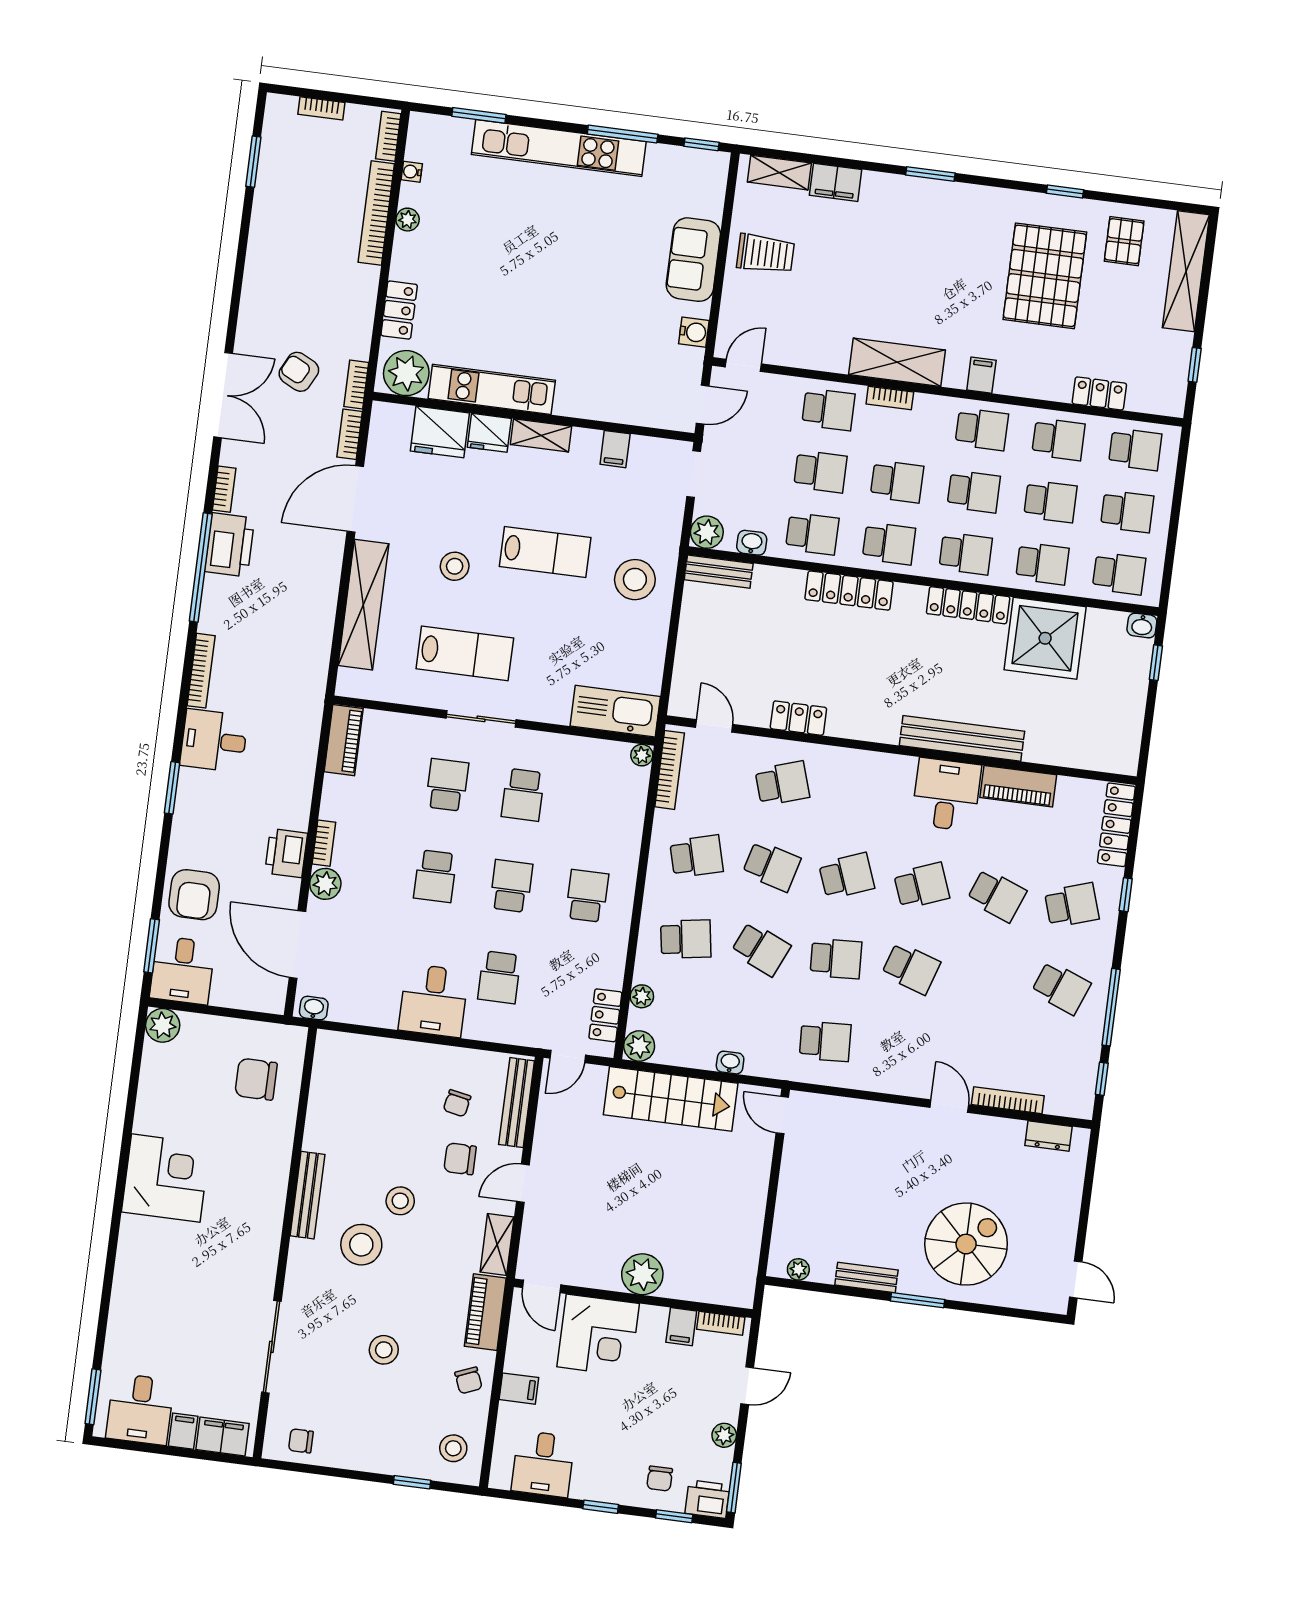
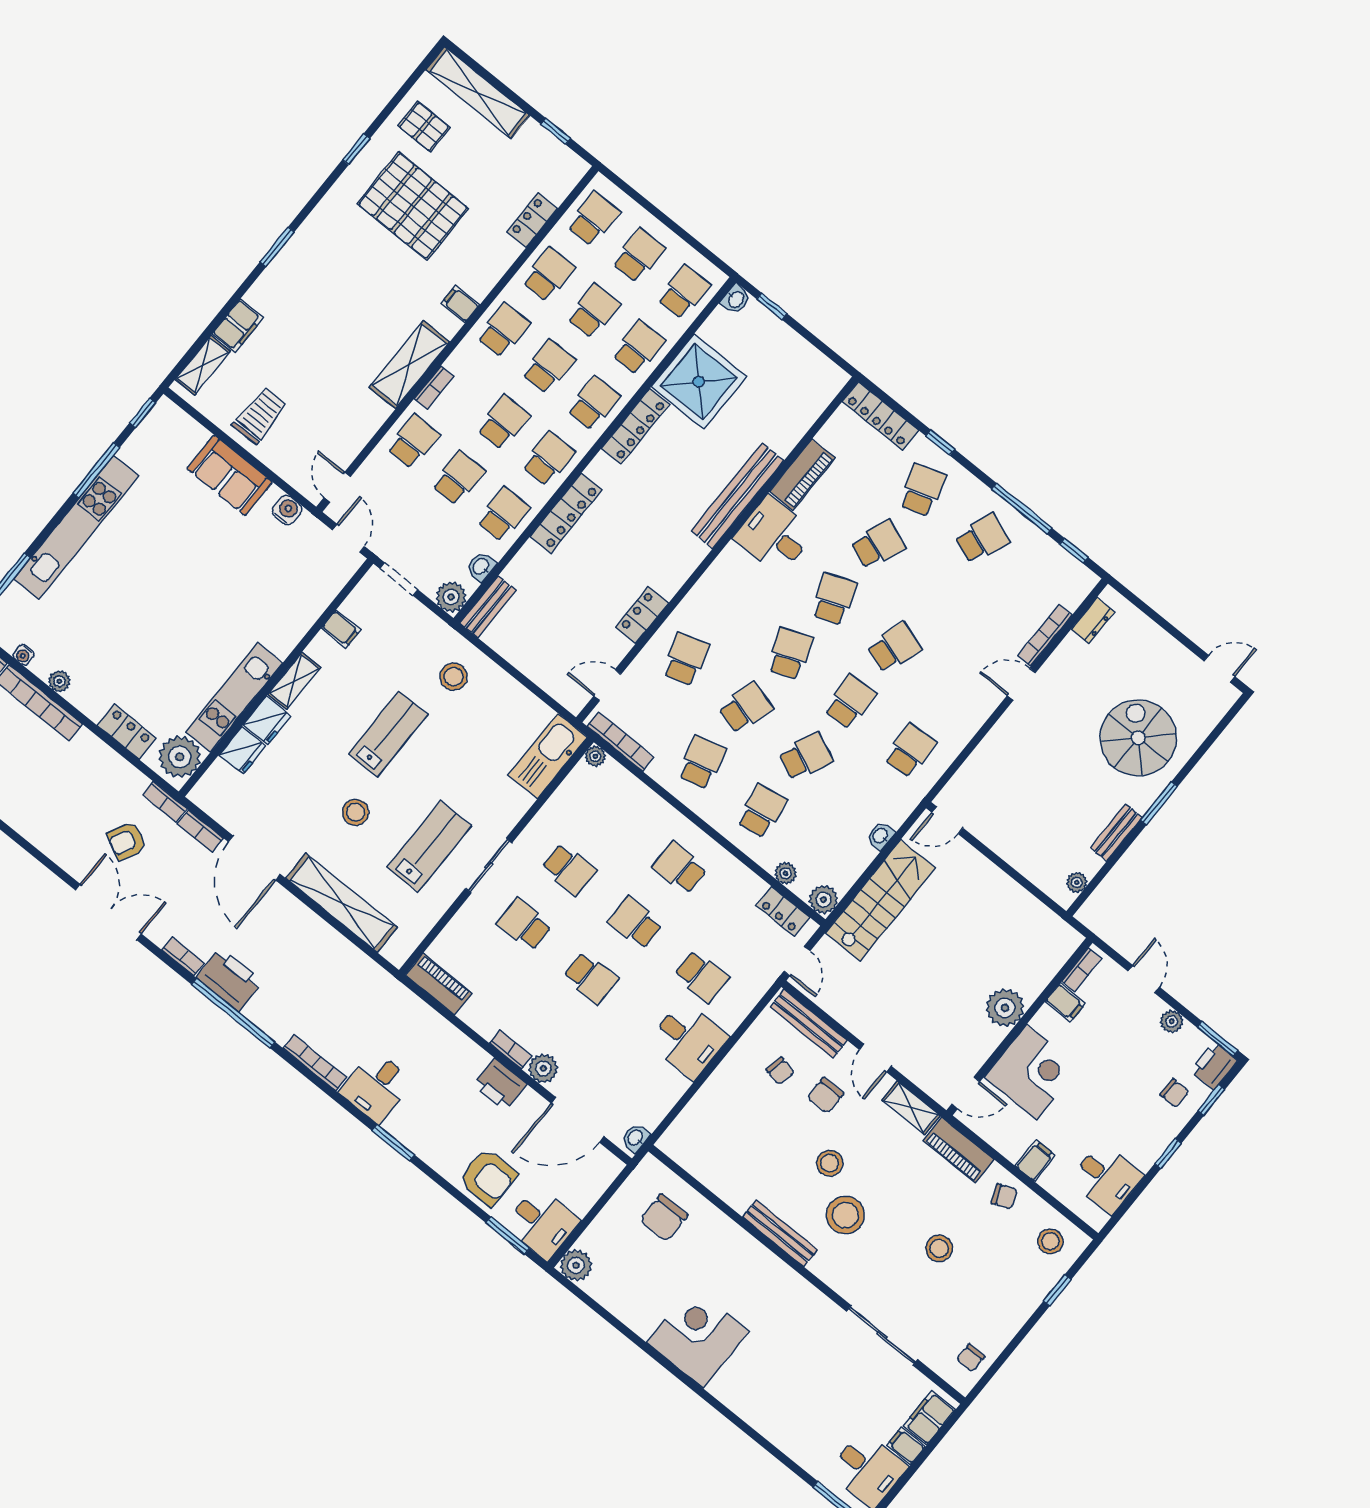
fridge: (440, 432) -> (243, 750), width x0.73, depth x0.75
stool: (635, 580) -> (454, 677), width x0.73, depth x0.73

